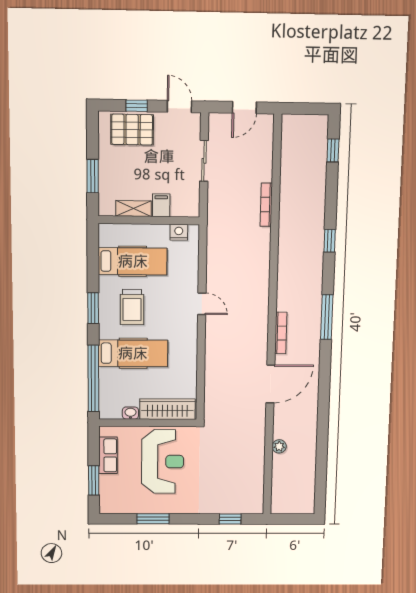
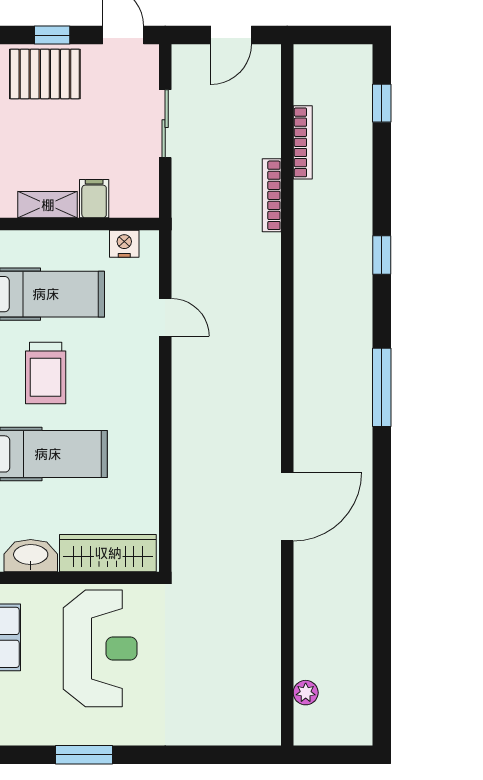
door: (202, 304) -> (165, 317), moved
bookcase: (281, 333) -> (303, 142), moved
washbasin: (130, 413) -> (31, 556), width x1.91, depth x1.45
plant: (279, 446) -> (306, 693), moved
window: (230, 519) -> (222, 755), removed

